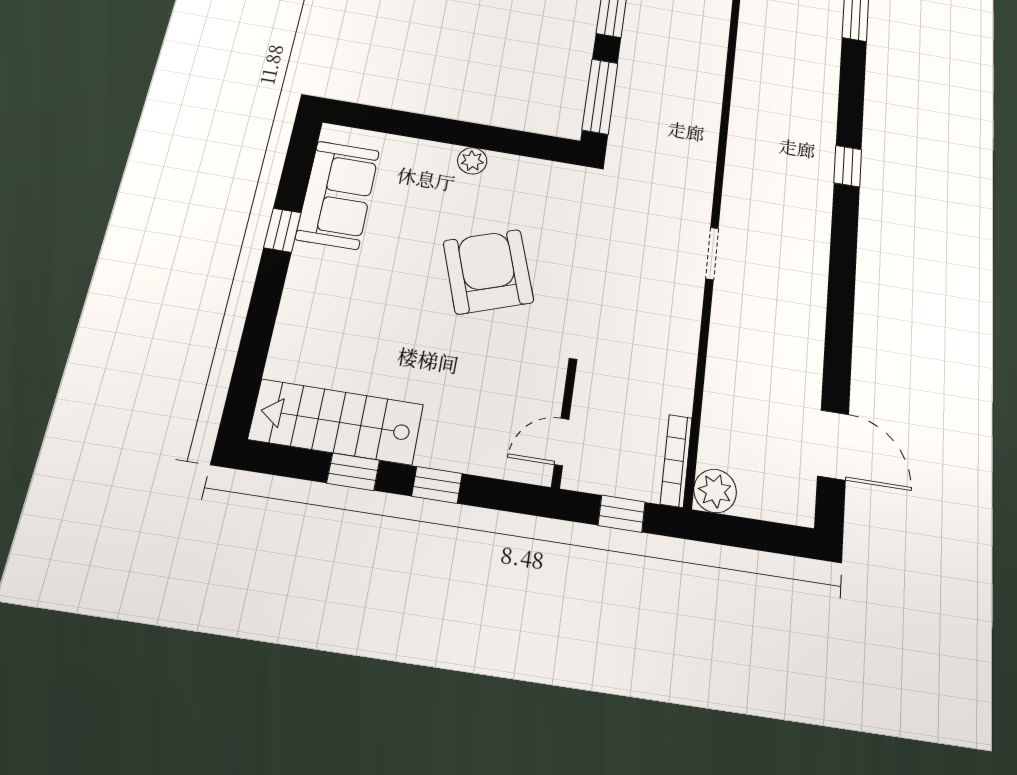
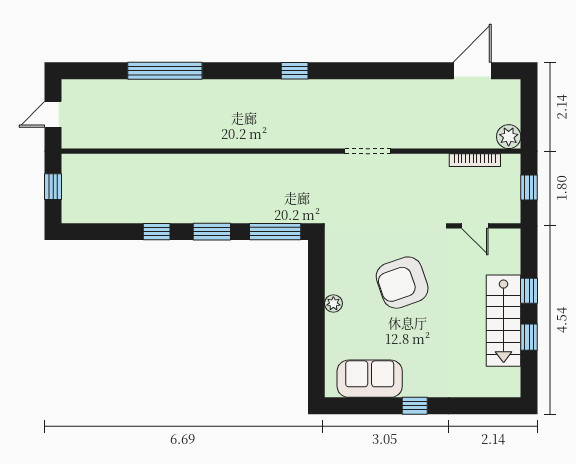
window: (282, 230) -> (415, 406), moved
doorway: (712, 253) -> (368, 151), width x1.38
stairs: (336, 422) -> (504, 321), moved
door: (562, 442) -> (475, 226), moved
bookcase: (676, 461) -> (475, 160), moved

